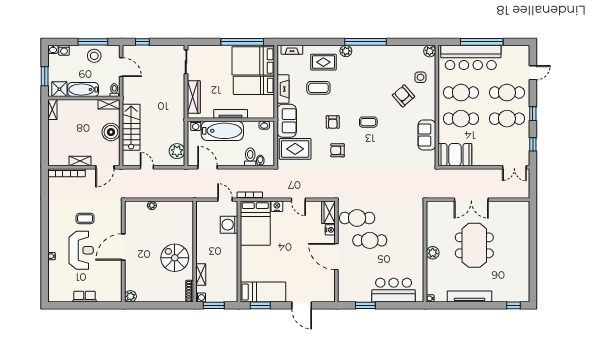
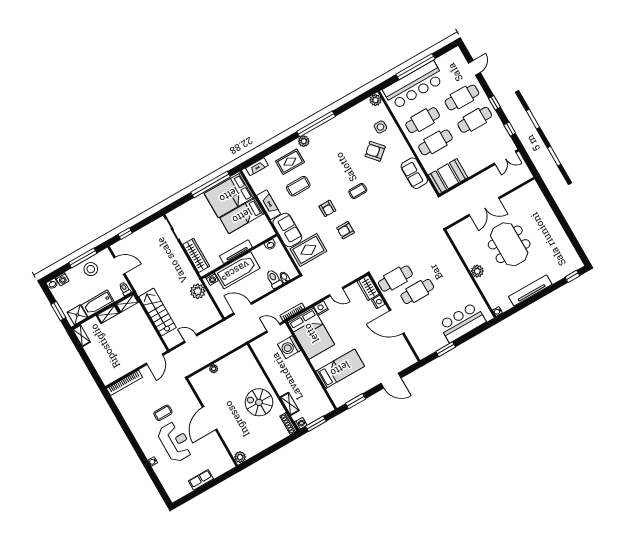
boiler: (111, 132) -> (143, 326), removed
plant: (177, 151) -> (198, 291), moved
shelving: (80, 161) -> (108, 314), moved
bed: (263, 292) -> (340, 369), moved

